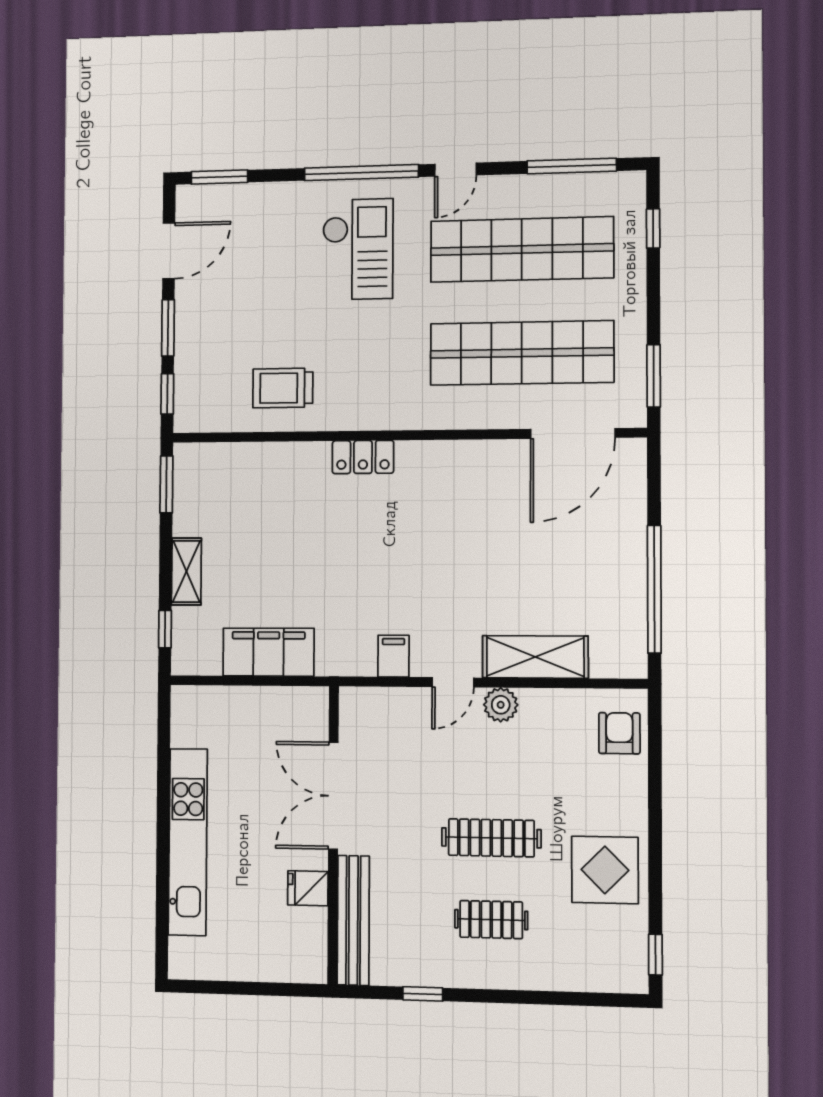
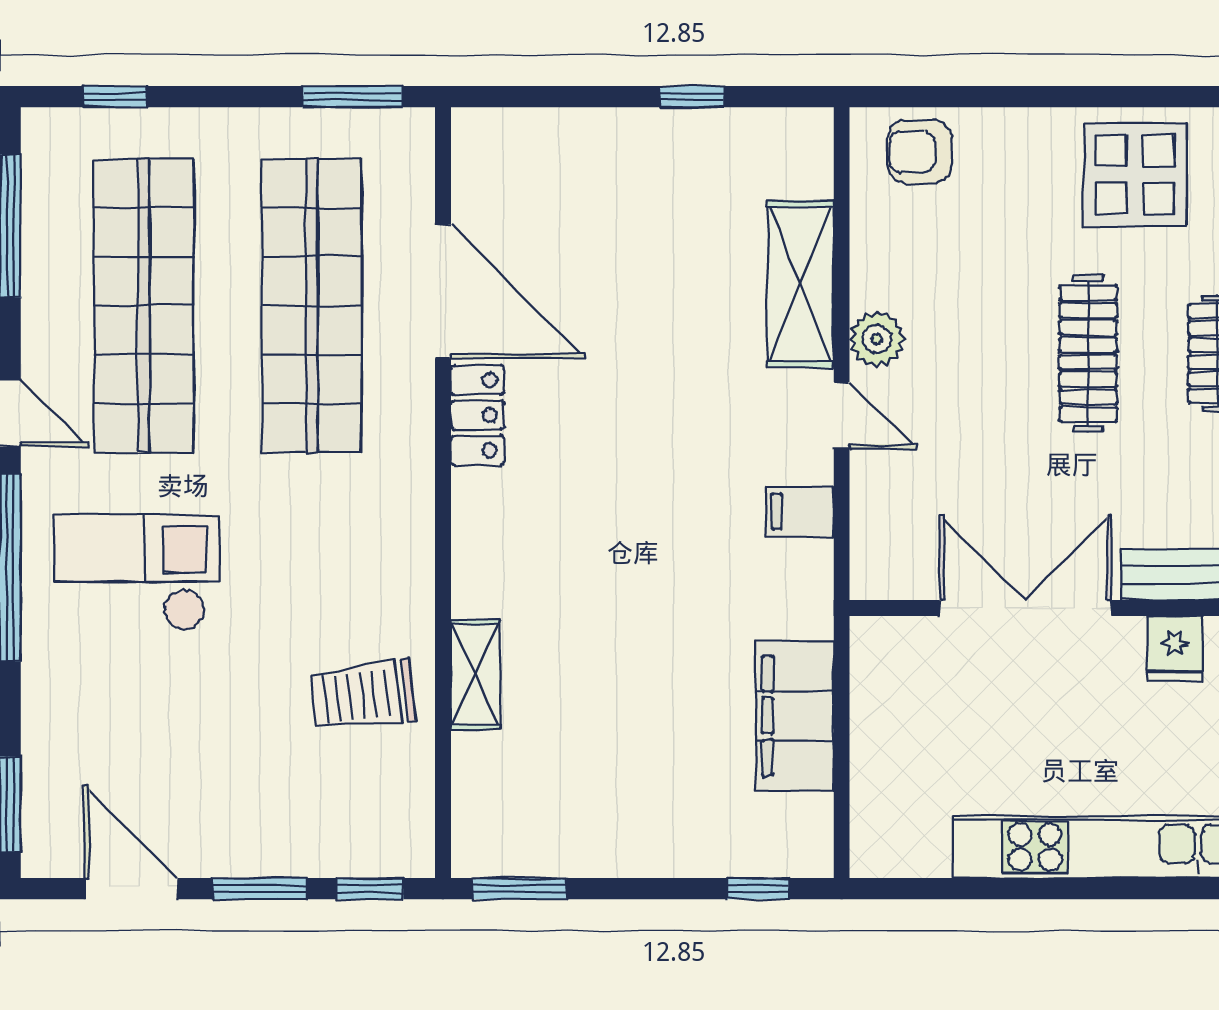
trolley: (283, 388) -> (363, 695), turned 83
door: (573, 433) -> (443, 291), moved
locker: (363, 457) -> (478, 415), moved
shelving: (186, 572) -> (475, 674), moved, turned 90
window: (654, 589) -> (692, 97), width x0.32
double door: (333, 796) -> (1026, 608), swing flipped

